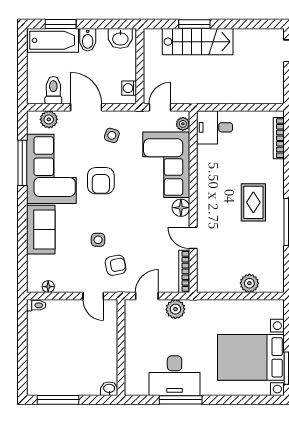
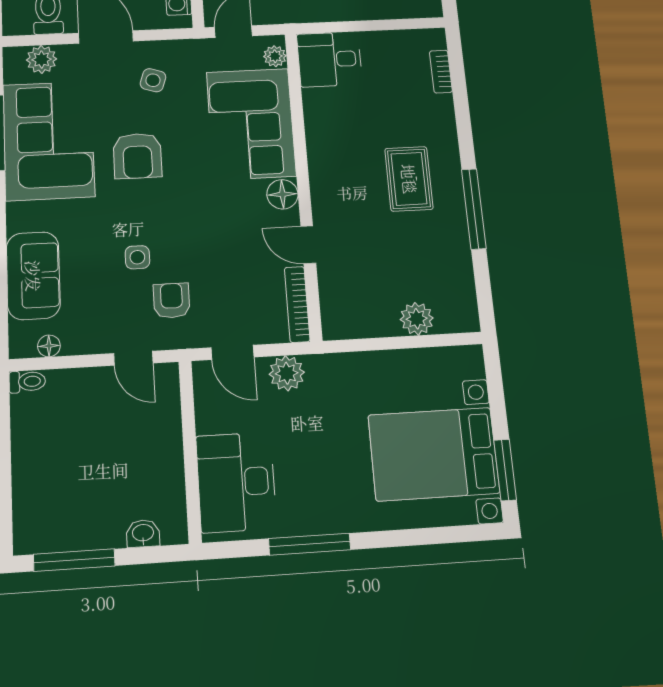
bookcase: (279, 138) -> (441, 72), width x0.64
sofa: (41, 230) -> (33, 276), moved
armchair: (116, 265) -> (172, 301), turned -79
door: (147, 296) -> (232, 352), swing flipped
desk: (175, 376) -> (236, 482), moved, turned 90
washbasin: (109, 389) -> (143, 533), moved

